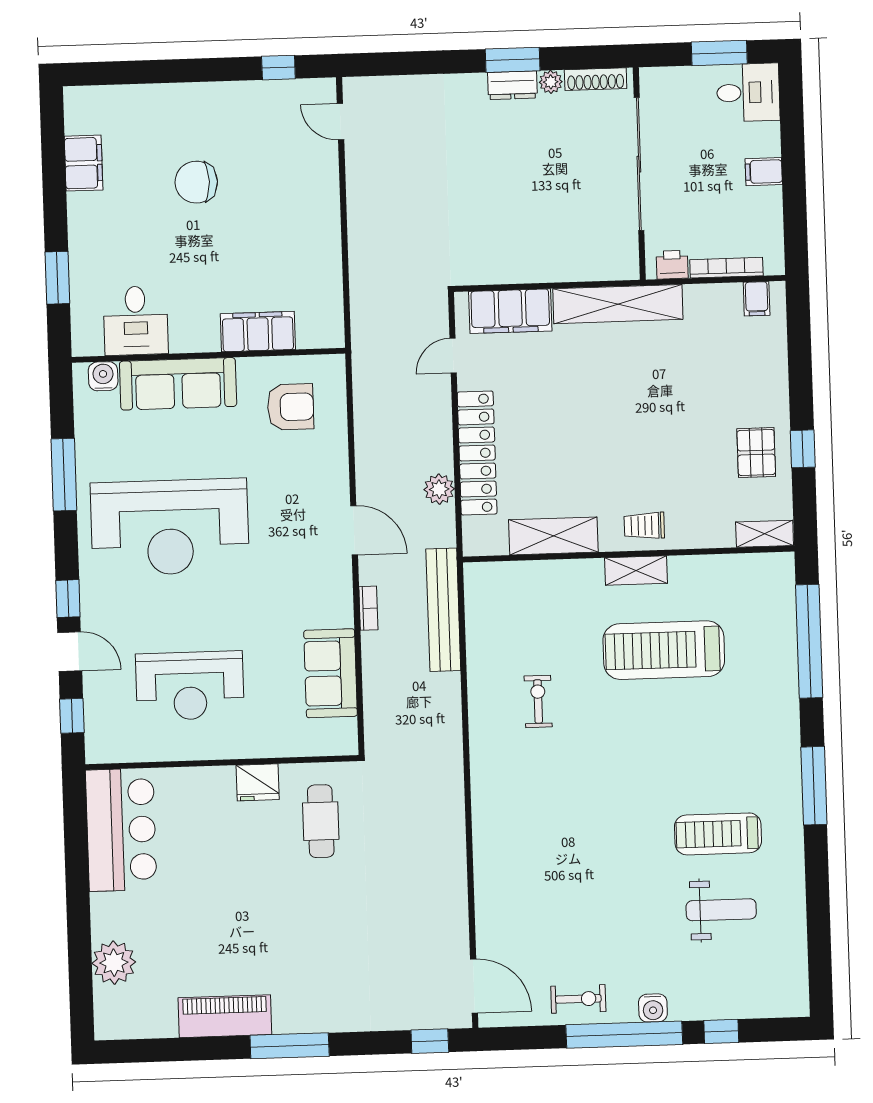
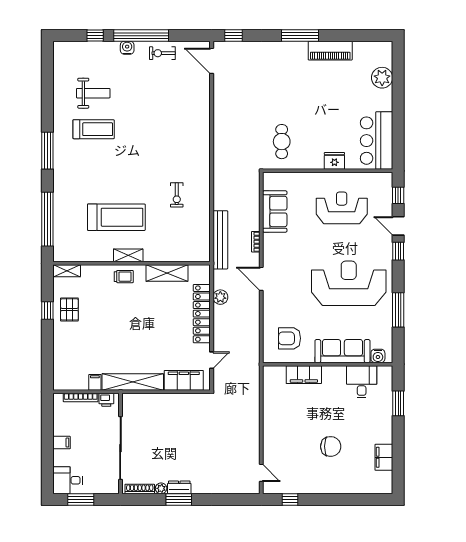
filing cabinet: (757, 299) -> (95, 382), moved
fridge: (258, 782) -> (334, 161), moved
weight bench: (721, 910) -> (93, 93), turned 180

